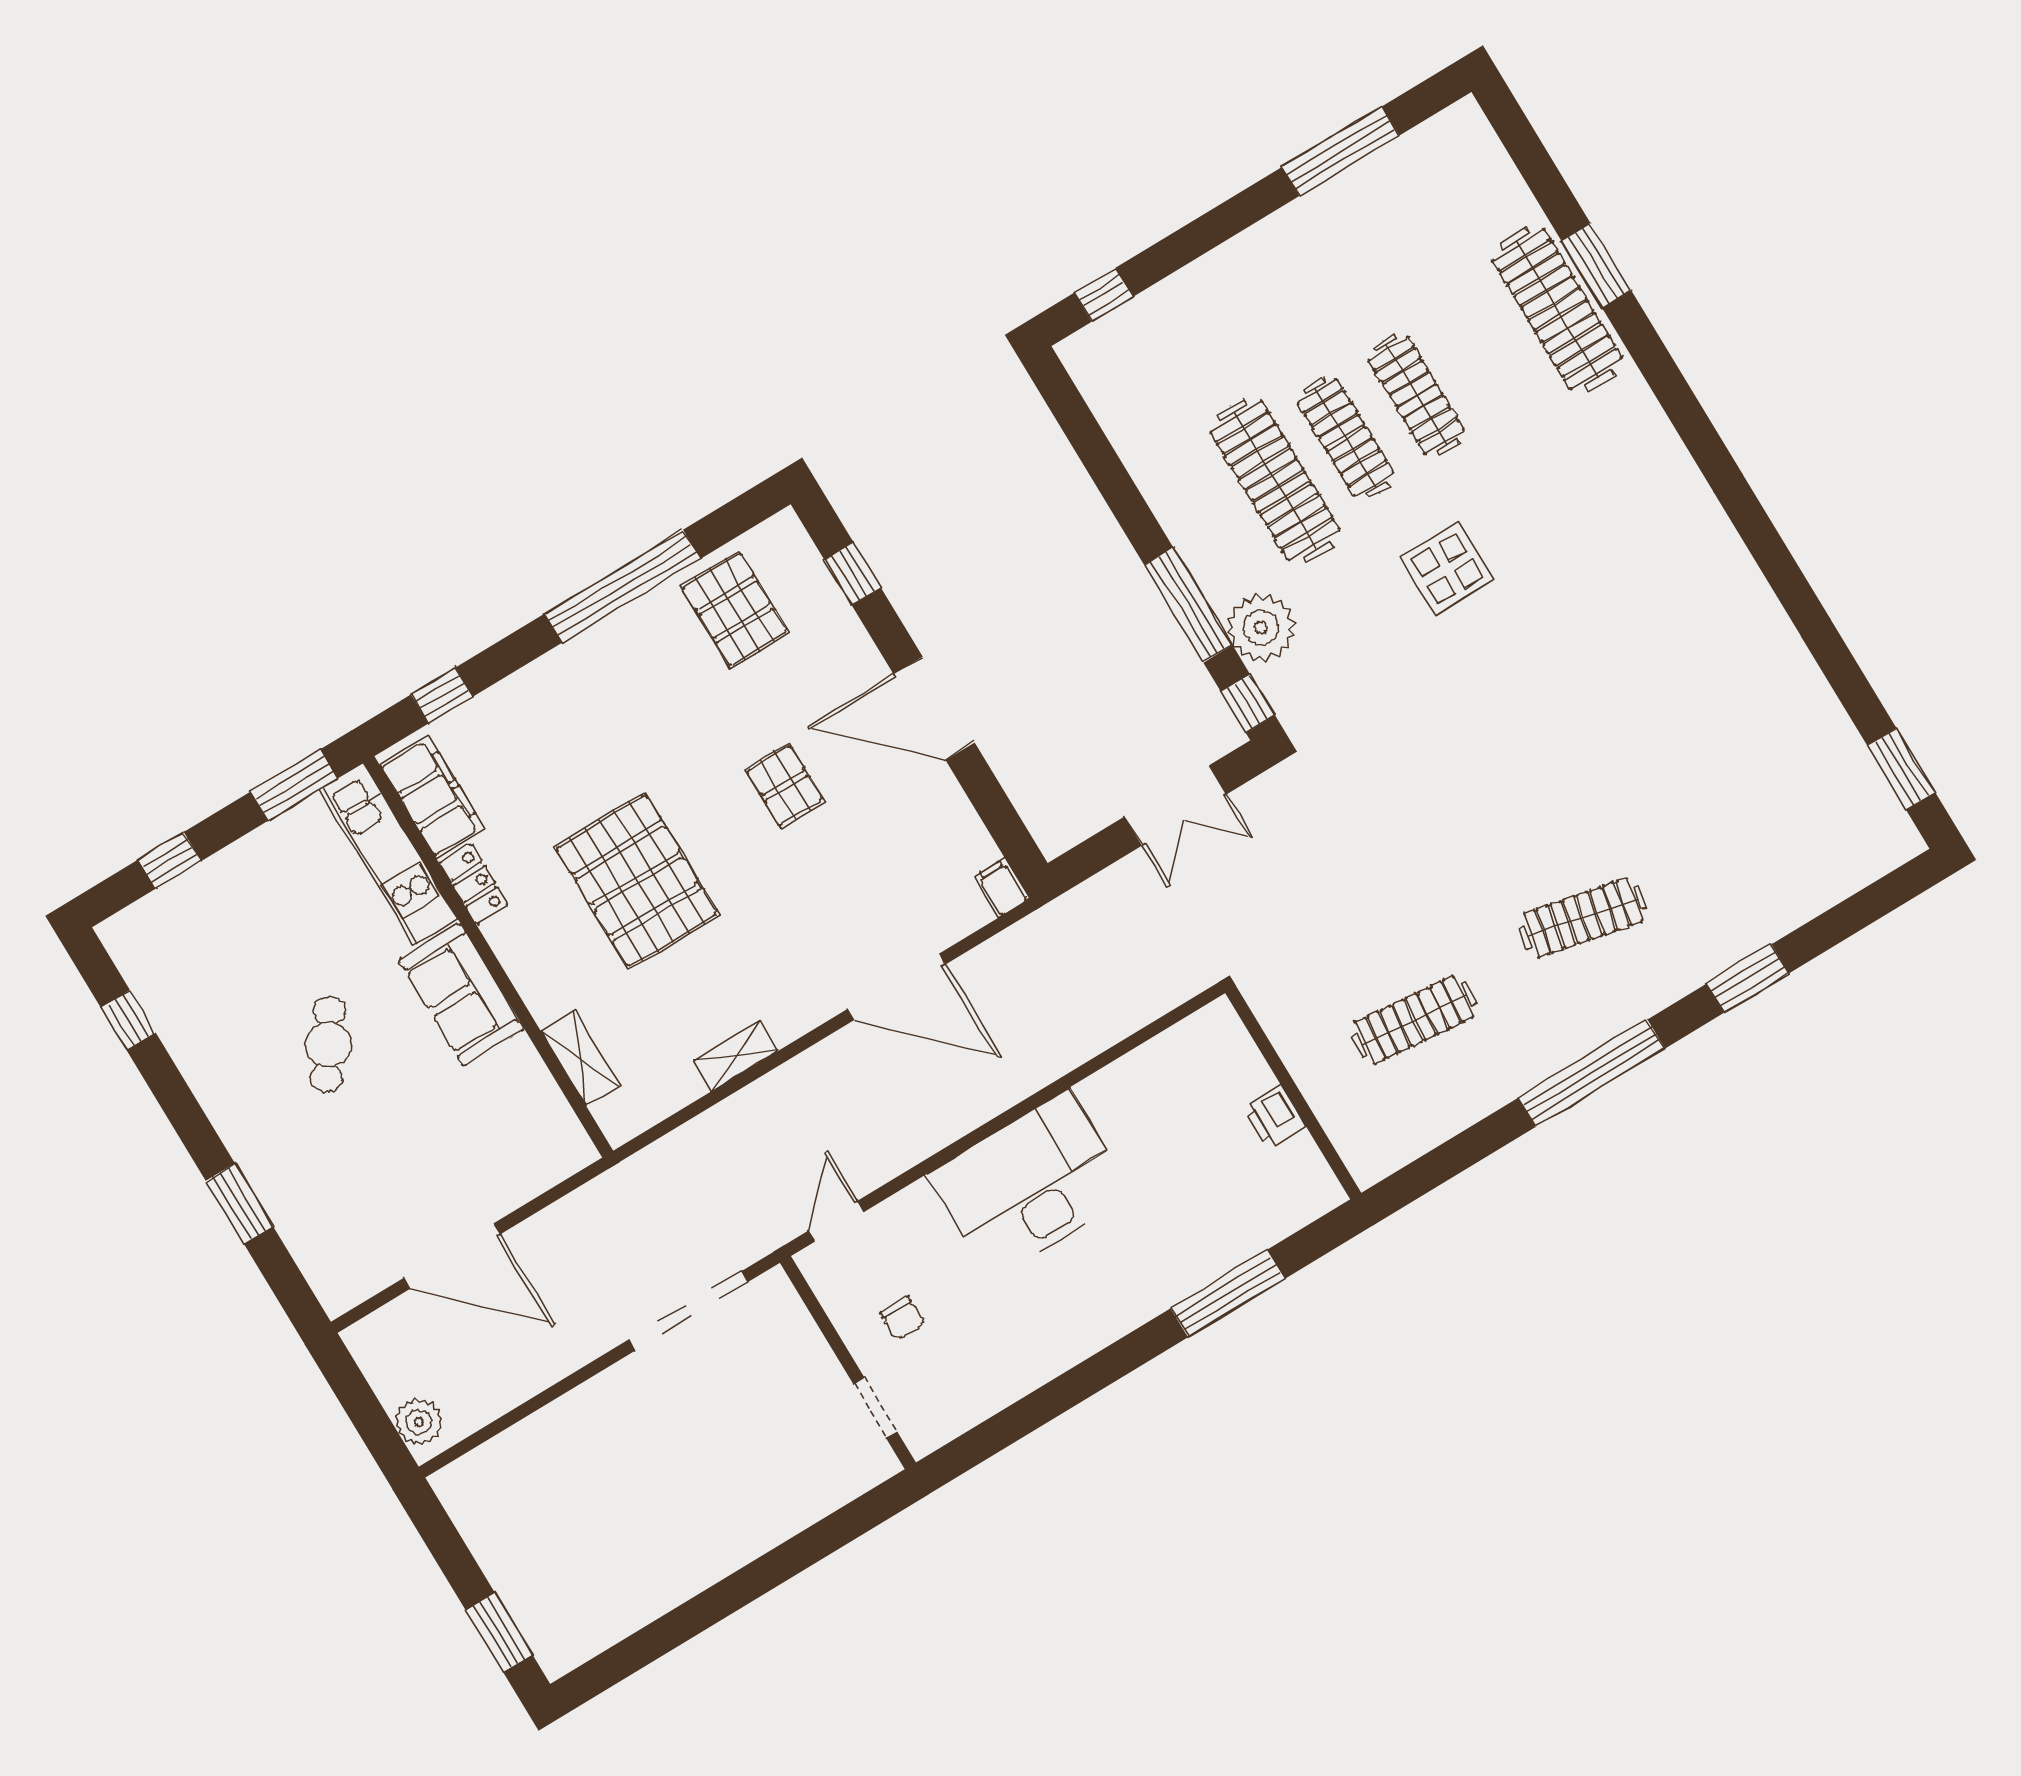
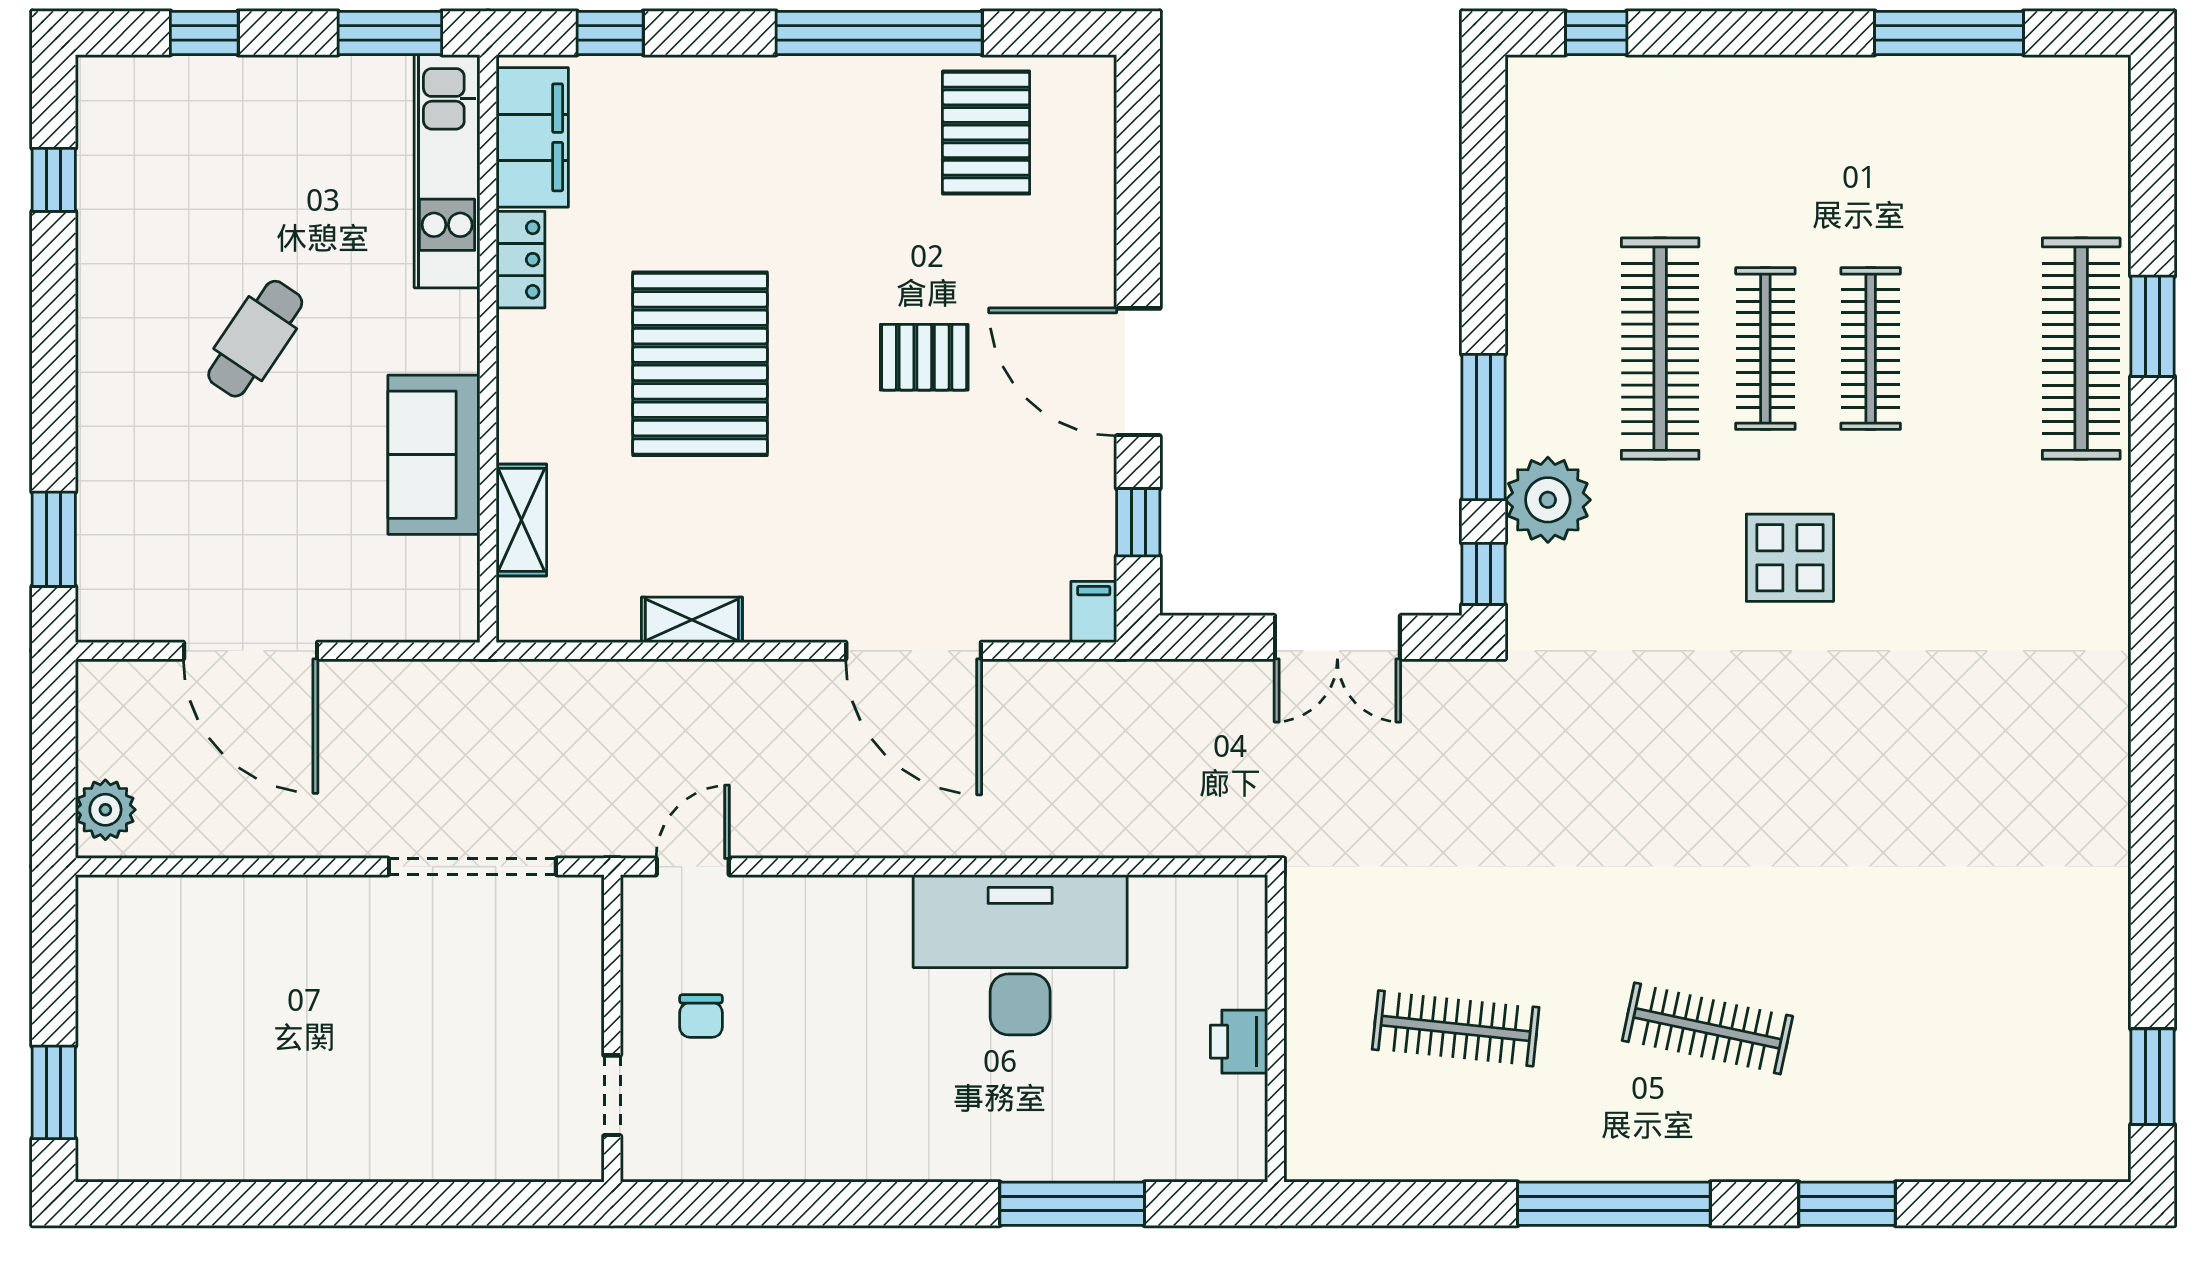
window: (853, 574) -> (1138, 522), moved
pallet: (785, 785) -> (924, 357), turned 90
sofa: (461, 994) -> (434, 455), moved
desk: (1030, 1185) -> (1020, 955), moved
window: (239, 1204) -> (54, 539), moved

